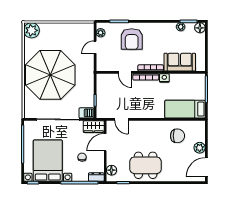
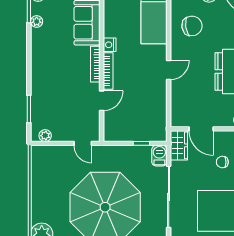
armchair: (132, 39) -> (54, 91), removed
door: (95, 47) -> (83, 143), moved
door: (121, 119) -> (169, 70), moved
chair: (177, 136) -> (192, 26), turned 82

